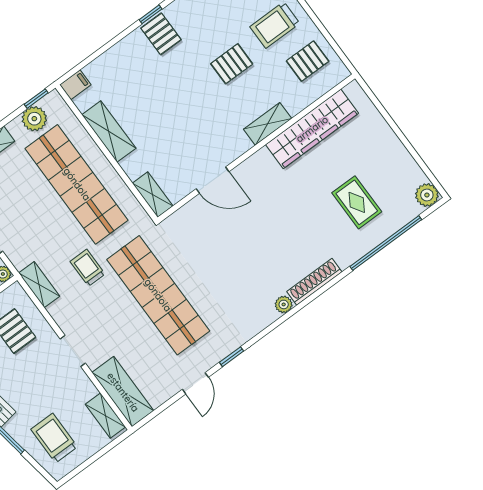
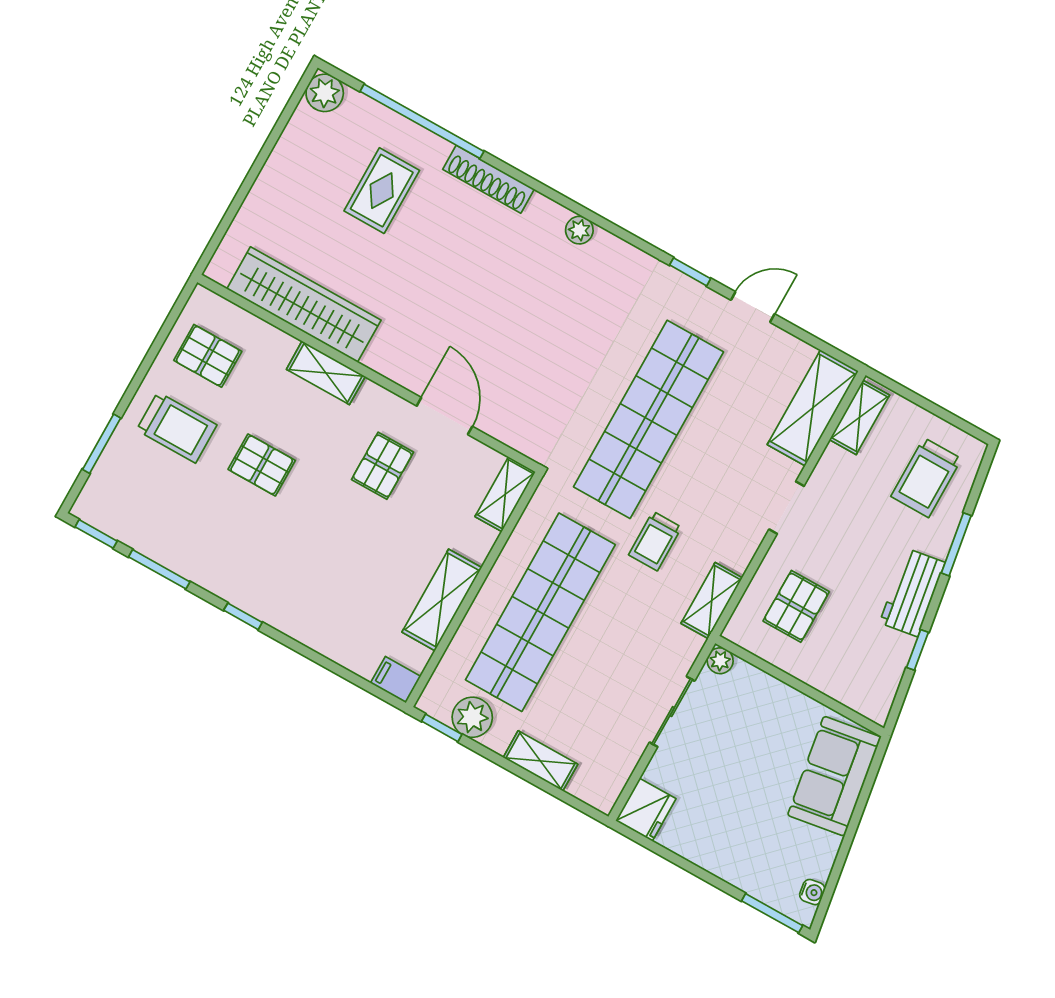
pallet: (161, 34) -> (382, 466), moved
shoe rack: (314, 282) -> (488, 179), moved

